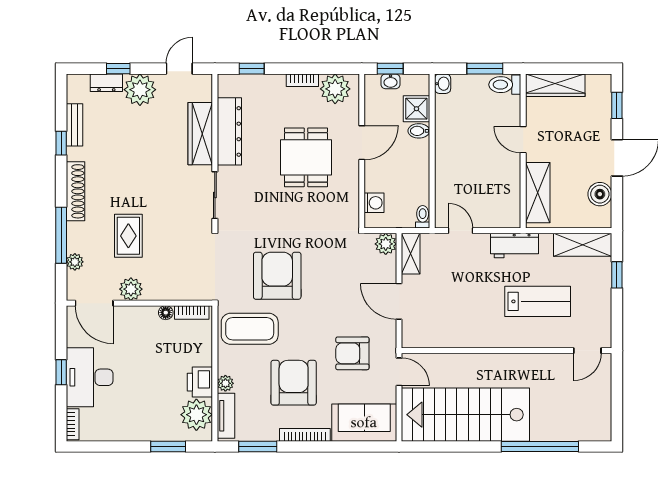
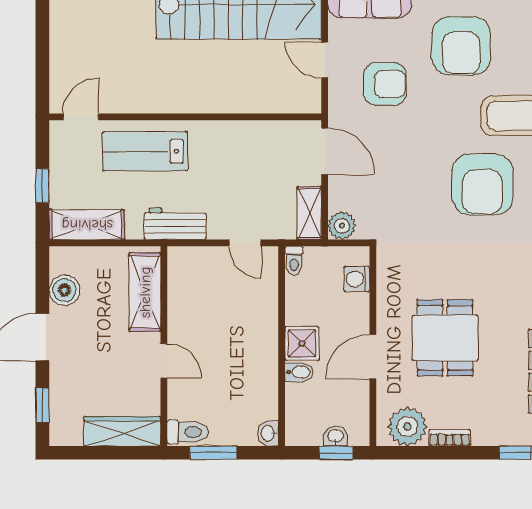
shower: (416, 109) -> (302, 343), moved
wall: (507, 351) -> (185, 117), moved
door: (587, 351) -> (81, 117), moved

